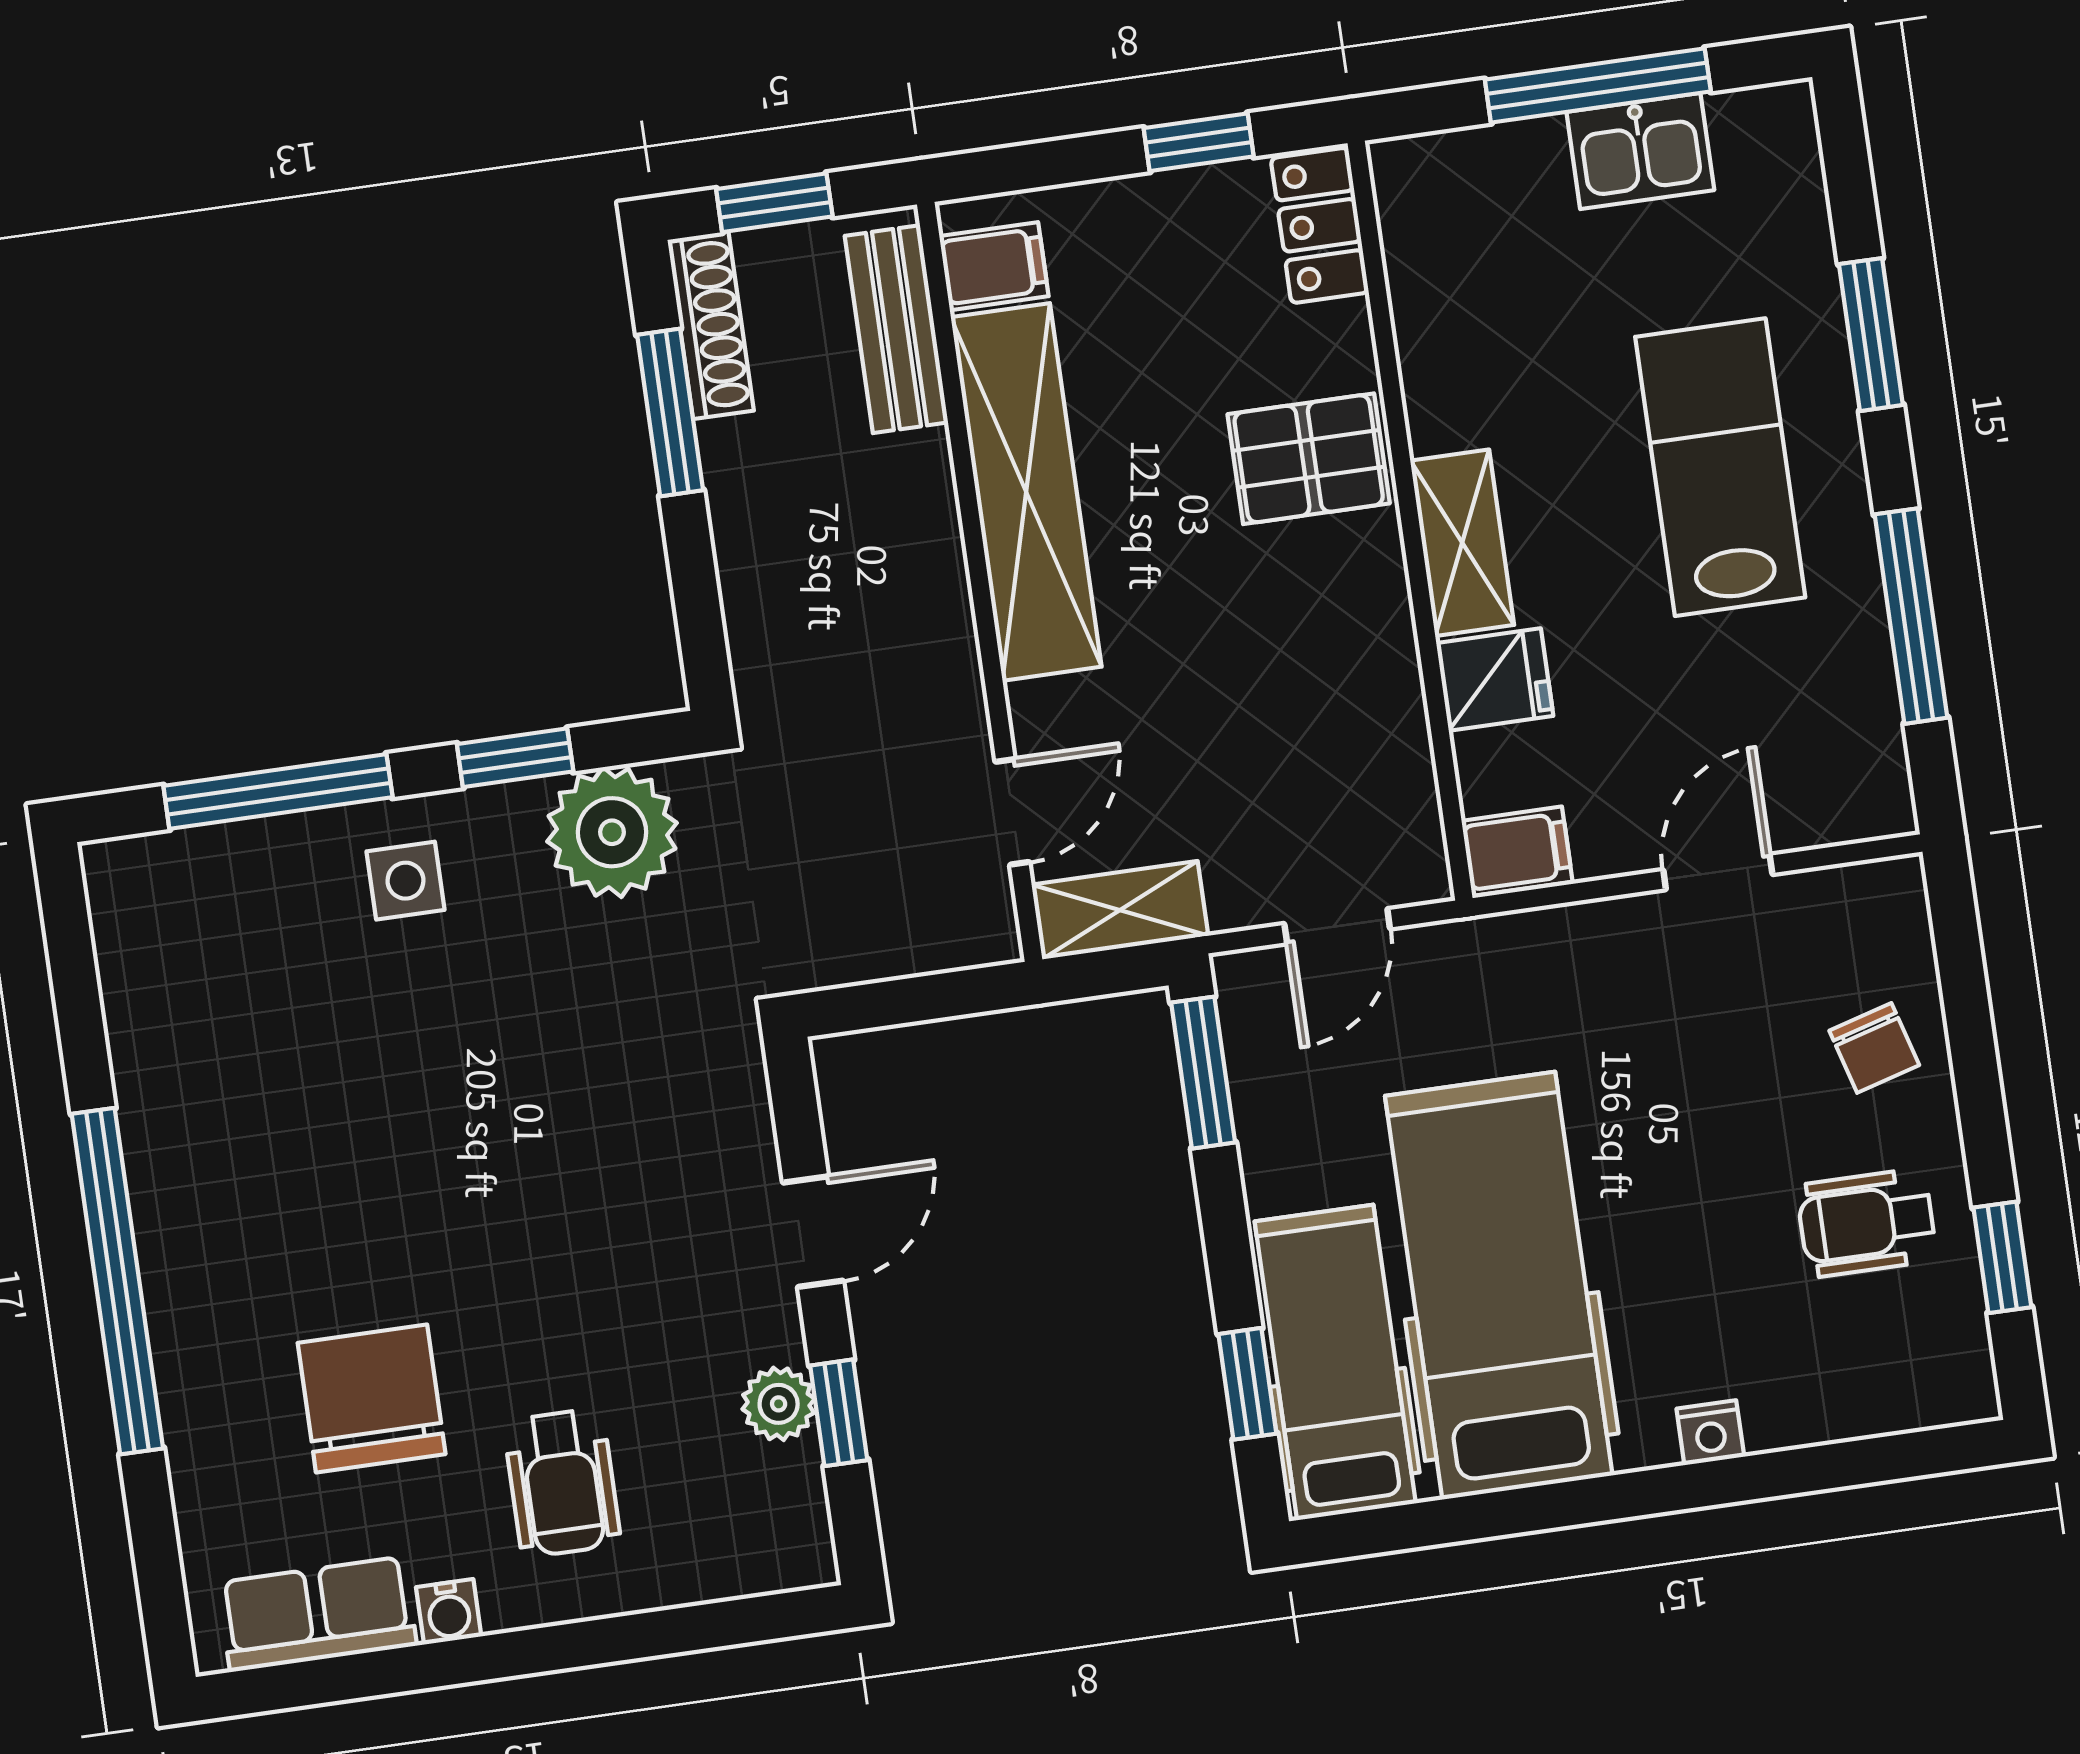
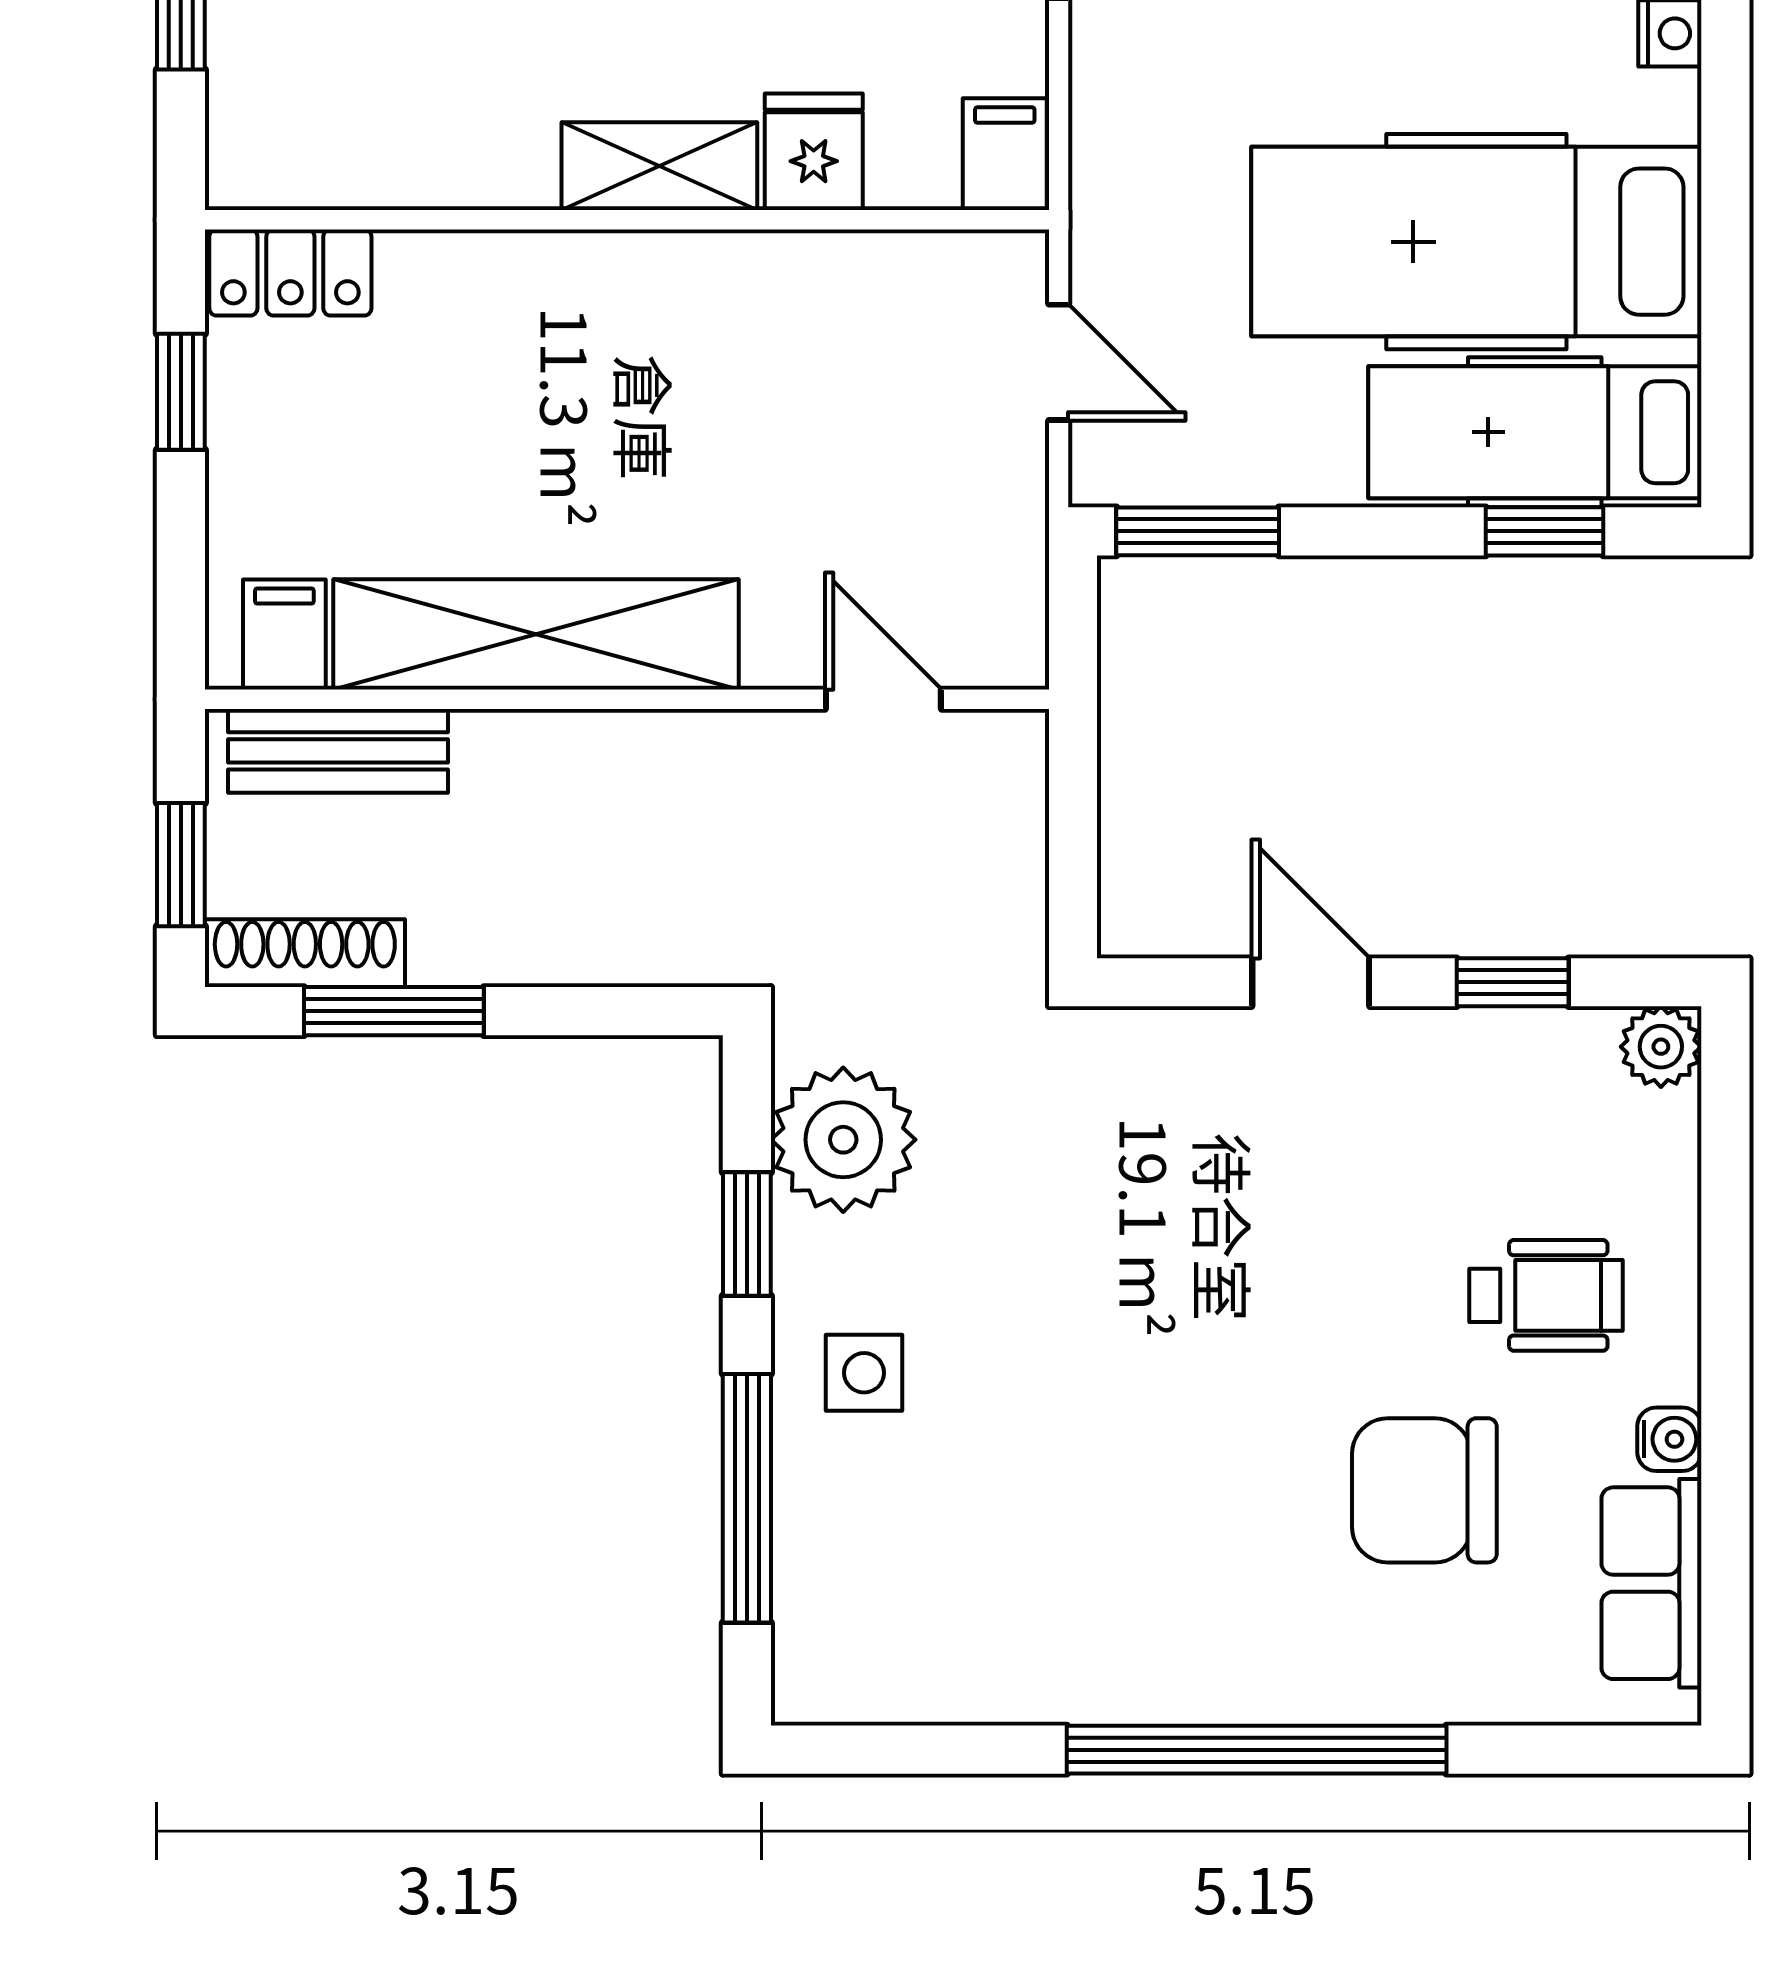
pallet: (1309, 459) -> (544, 321), removed
shelving: (1120, 910) -> (1007, 597), removed
plant: (779, 1404) -> (1661, 1047), moved

